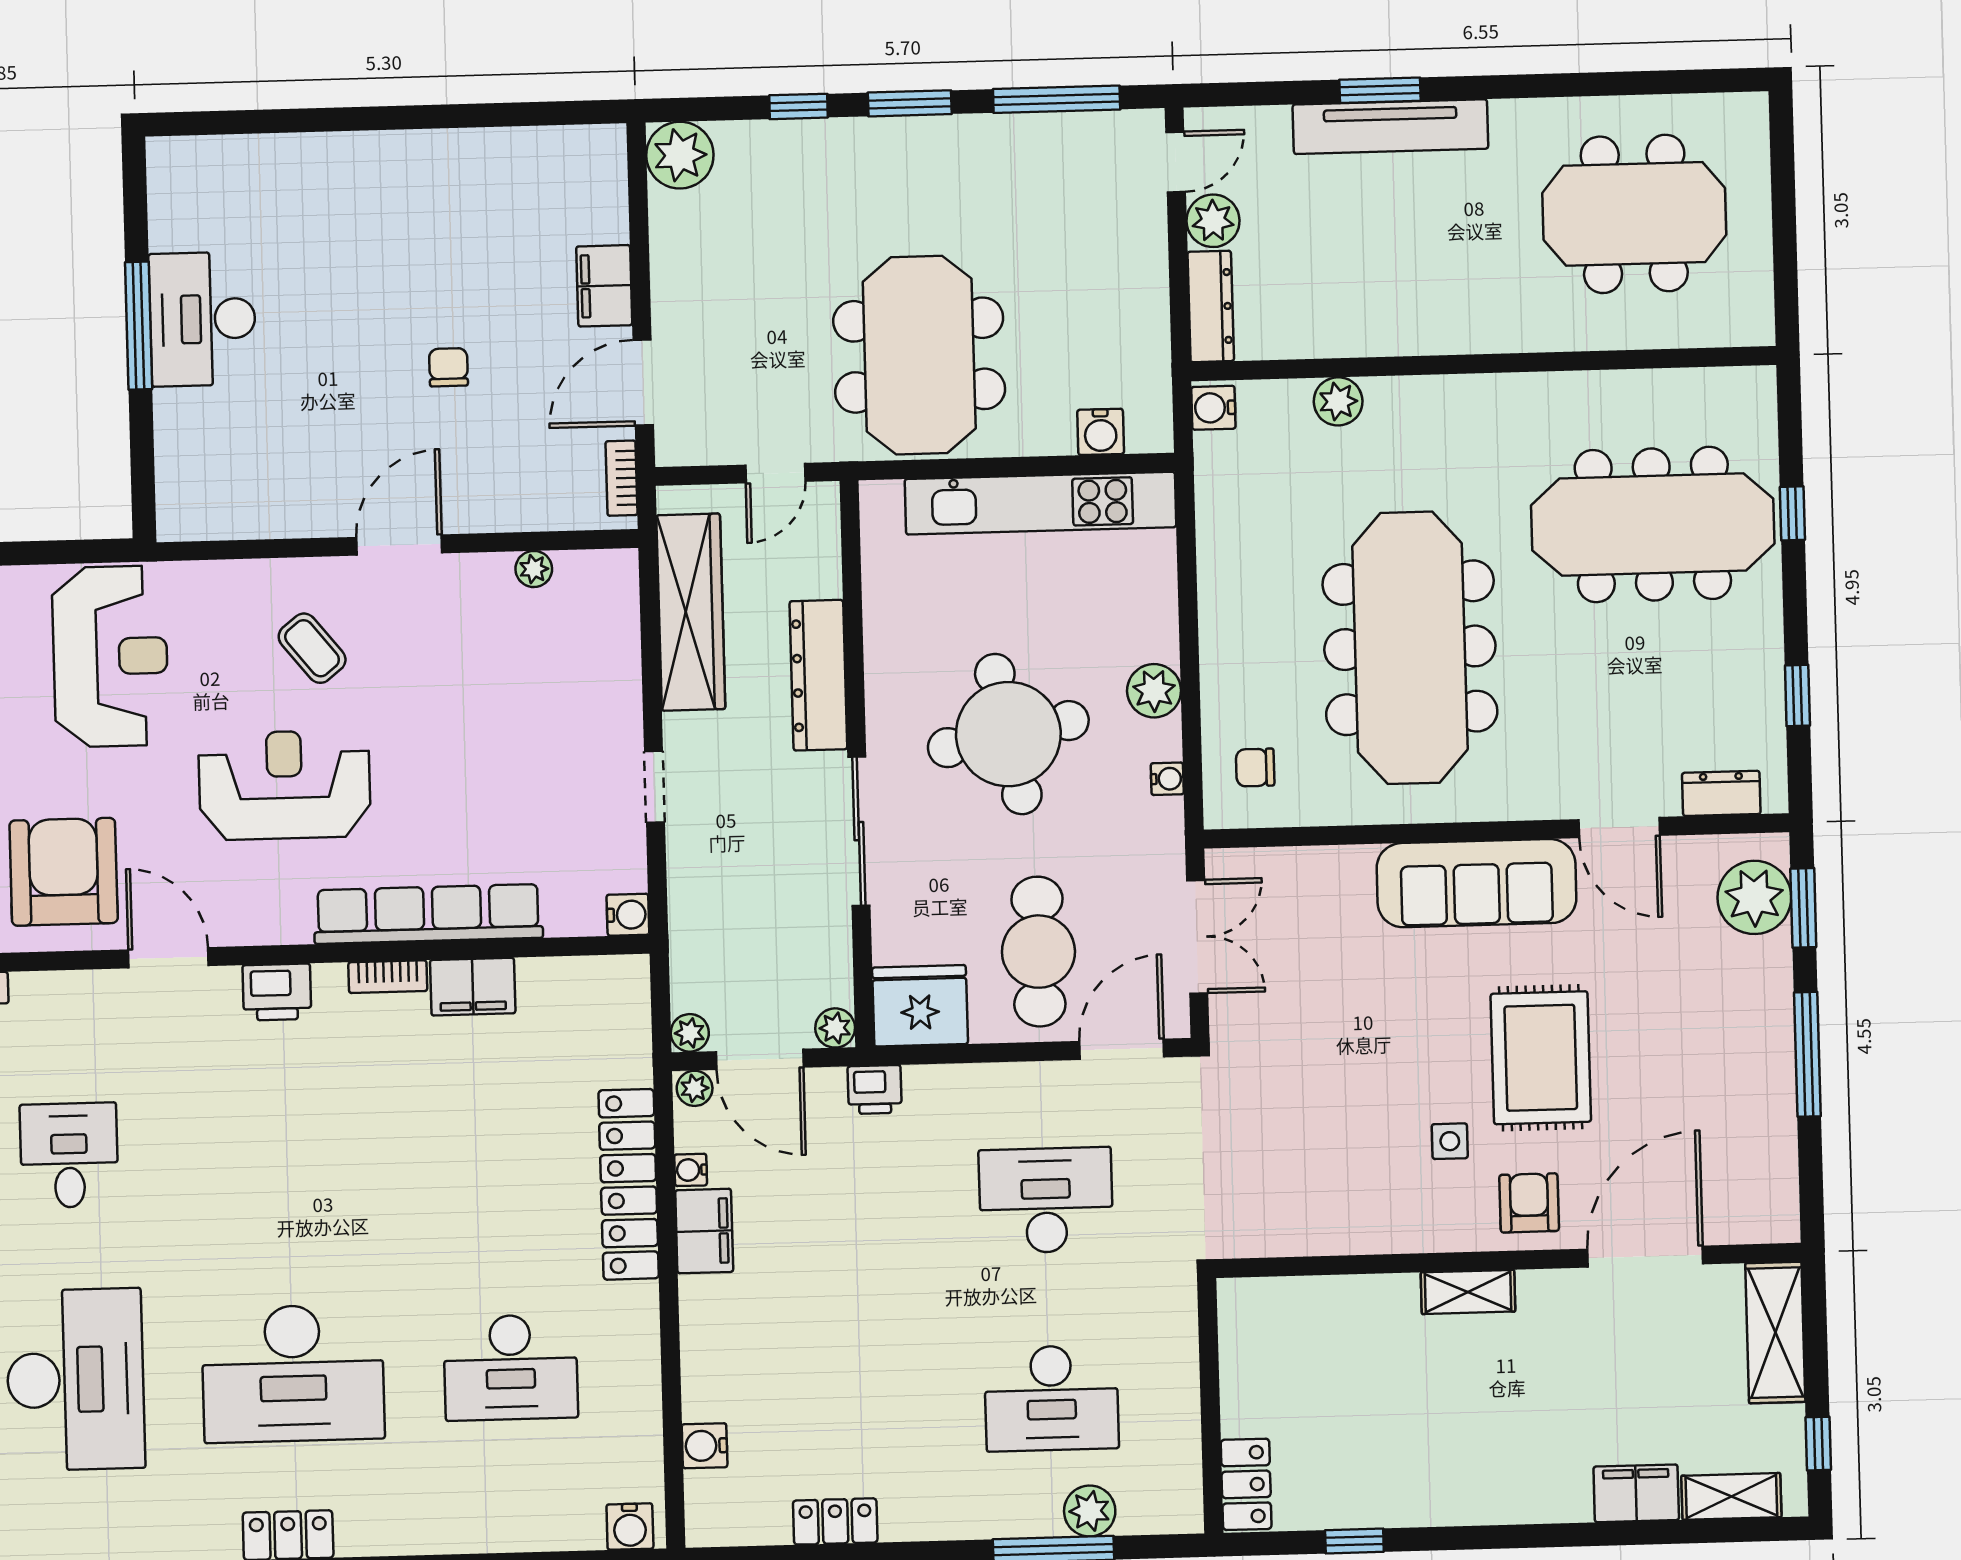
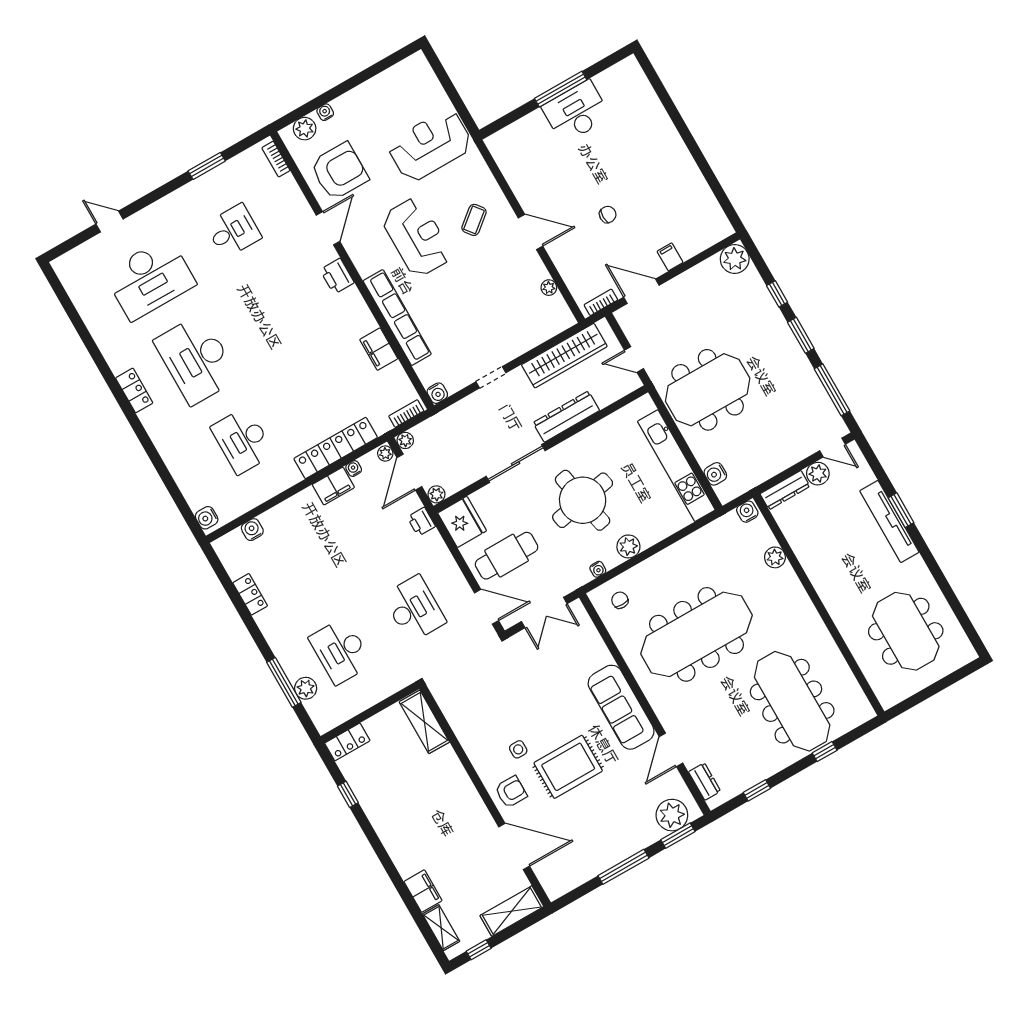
filing cabinet: (604, 286) -> (670, 257), width x0.50
reception desk: (110, 656) -> (430, 145), turned 180
bookcase: (388, 977) -> (406, 413), moved, turned 90
shelving: (1468, 1292) -> (424, 722), moved, width x1.50, depth x1.33

